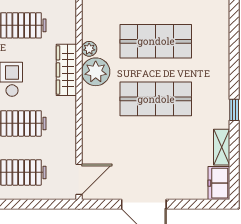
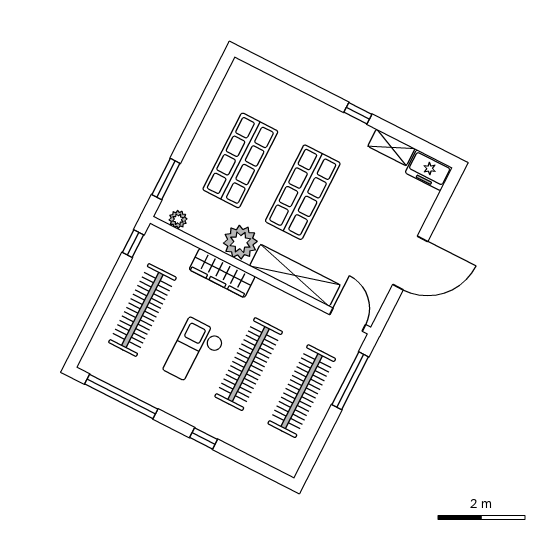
plant: (89, 49) -> (178, 219), moved
shelving: (92, 124) -> (295, 275), added
window: (35, 204) -> (350, 381), added

